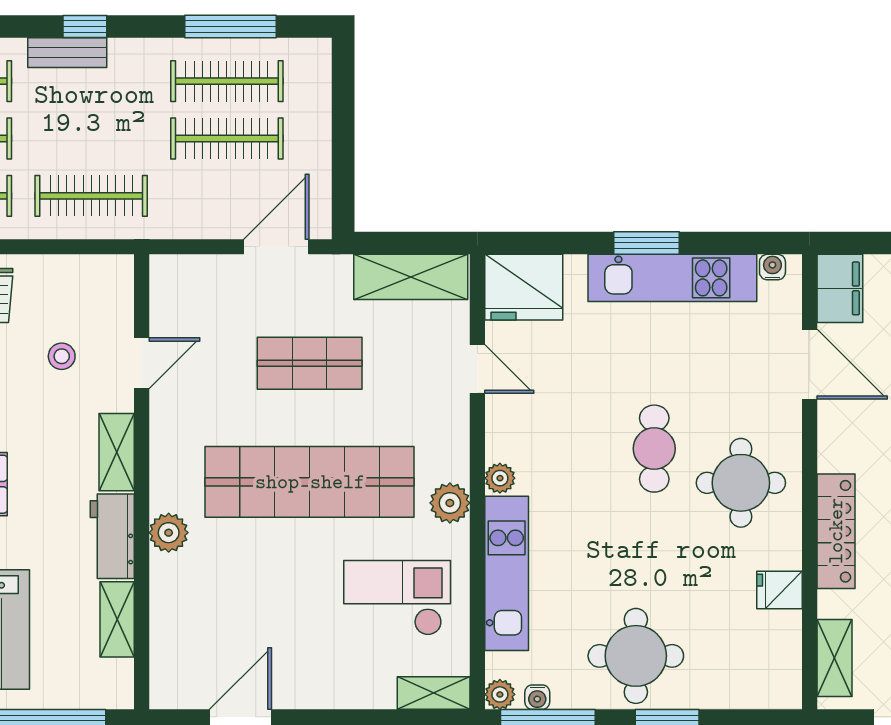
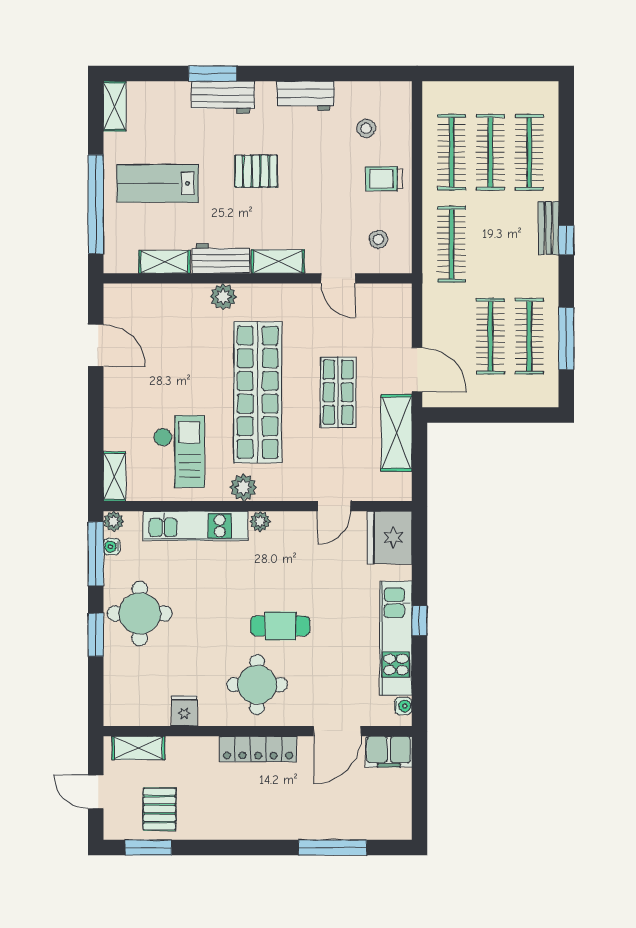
window: (646, 243) -> (420, 621), width x0.67
shelving: (411, 277) -> (397, 433), moved
stool: (62, 356) -> (378, 239), moved
locker: (836, 531) -> (258, 749), moved

